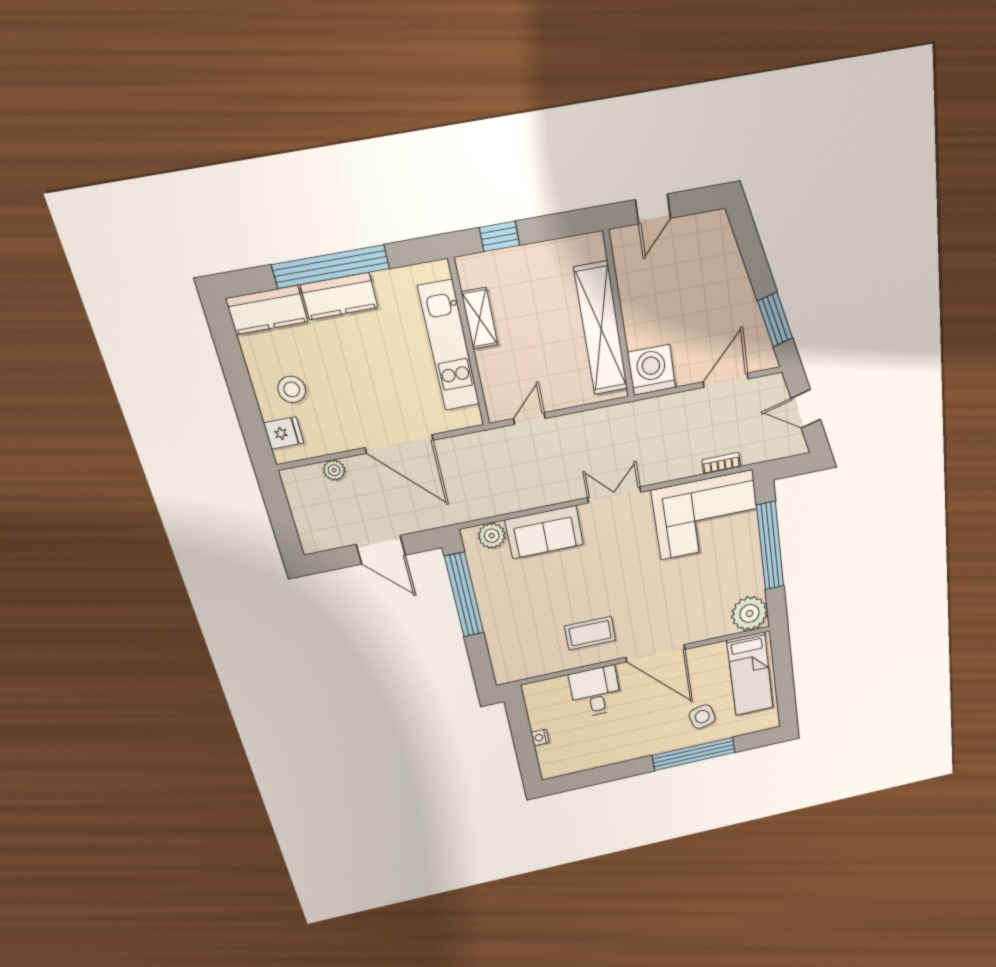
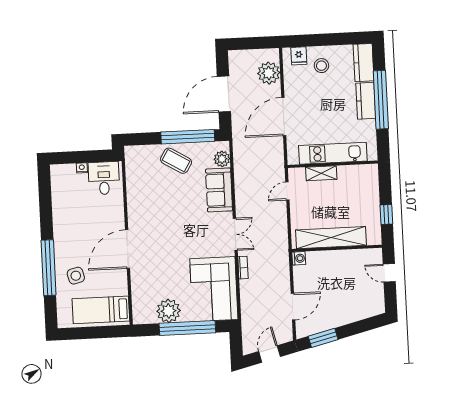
window: (500, 236) -> (386, 215), moved
shelving: (480, 318) -> (321, 173), moved
washing machine: (652, 370) -> (299, 258), width x0.53, depth x0.53
door: (726, 380) -> (293, 307), hinge flipped
door: (529, 419) -> (287, 191), swing flipped
bookcase: (721, 463) -> (243, 268), moved
plant: (334, 470) -> (269, 73), width x1.87, depth x1.87
door: (381, 550) -> (224, 94), width x1.36
plant: (750, 613) -> (169, 311), moved
coffee table: (590, 633) -> (176, 161), moved, turned -59
desk: (595, 692) -> (104, 178), moved, turned -90

